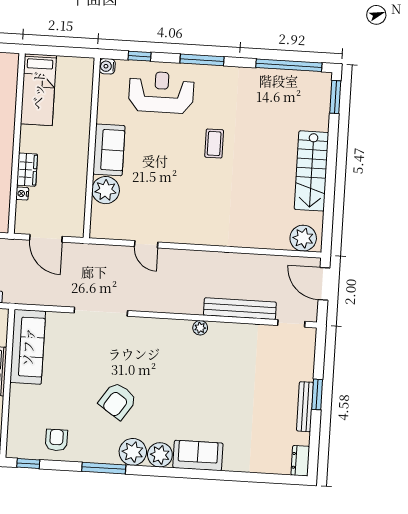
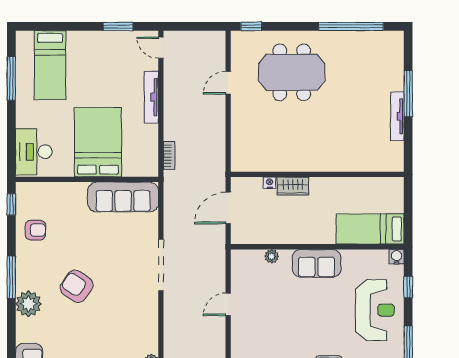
bed: (38, 90) -> (370, 229), moved
plant: (106, 190) -> (272, 256), width x0.53, depth x0.53
plant: (160, 455) -> (27, 330), removed

